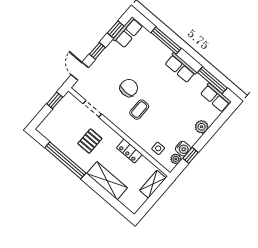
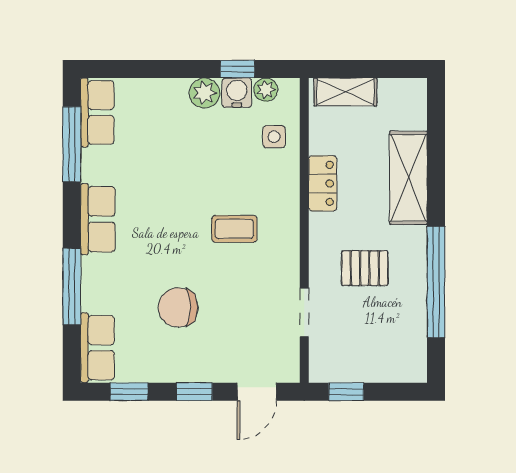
row of seats: (128, 32) -> (97, 348), moved, turned 90
chair: (129, 88) -> (178, 307), moved
plant: (202, 127) -> (205, 93), moved

